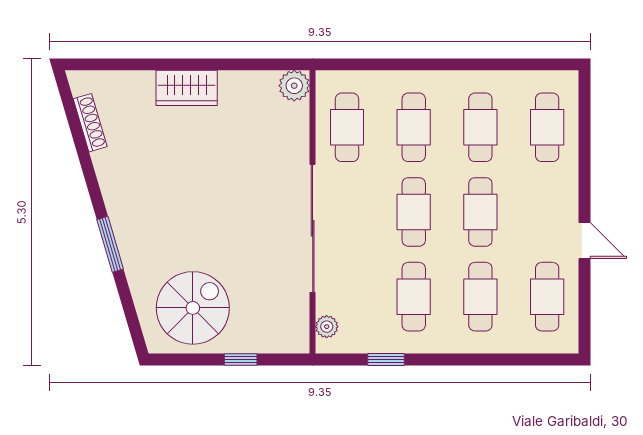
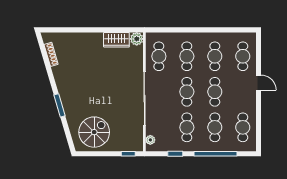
wardrobe: (187, 88) -> (116, 40), moved
door: (584, 241) -> (258, 83), moved
window: (241, 359) -> (128, 154), moved
window: (482, 359) -> (216, 154), added

